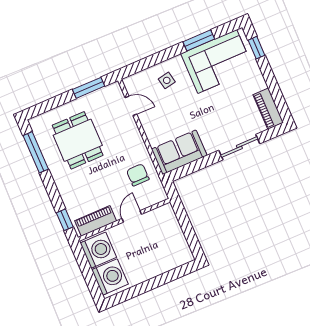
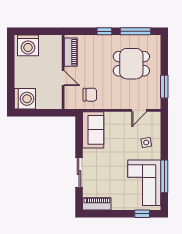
window: (199, 40) -> (164, 176), width x1.44
window: (65, 220) -> (104, 31), moved
washing machine: (98, 250) -> (25, 99), moved, turned -90

